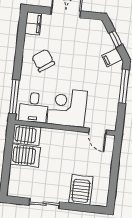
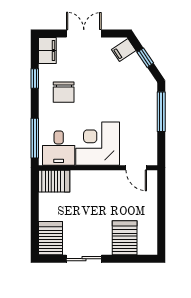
window: (20, 46) -> (35, 79), added
filing cabinet: (112, 58) -> (124, 50), moved
chair: (43, 60) -> (64, 92), turned -145
server rack: (25, 156) -> (51, 238), moved, turned -90

